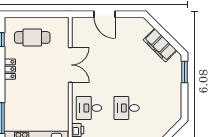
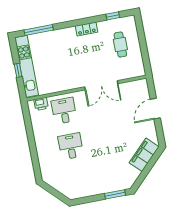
cafe table: (32, 37) -> (120, 45), width x0.73, depth x0.74
filing cabinet: (160, 45) -> (144, 155), moved

